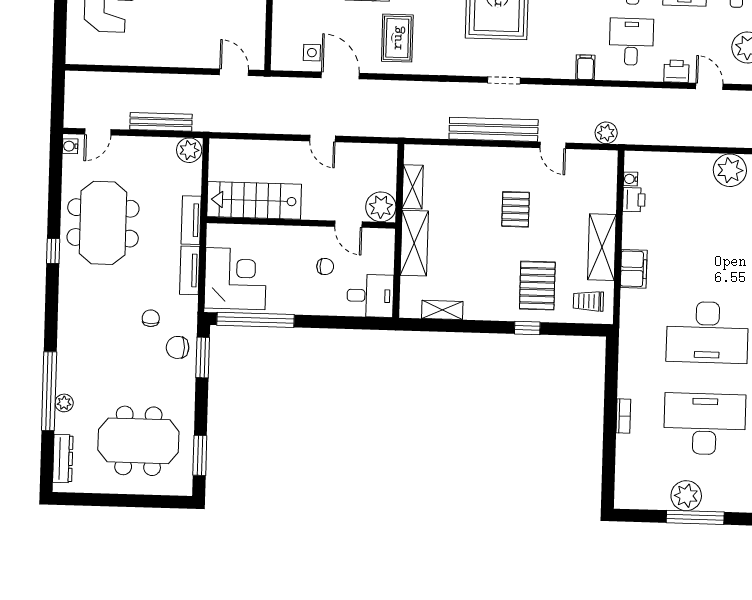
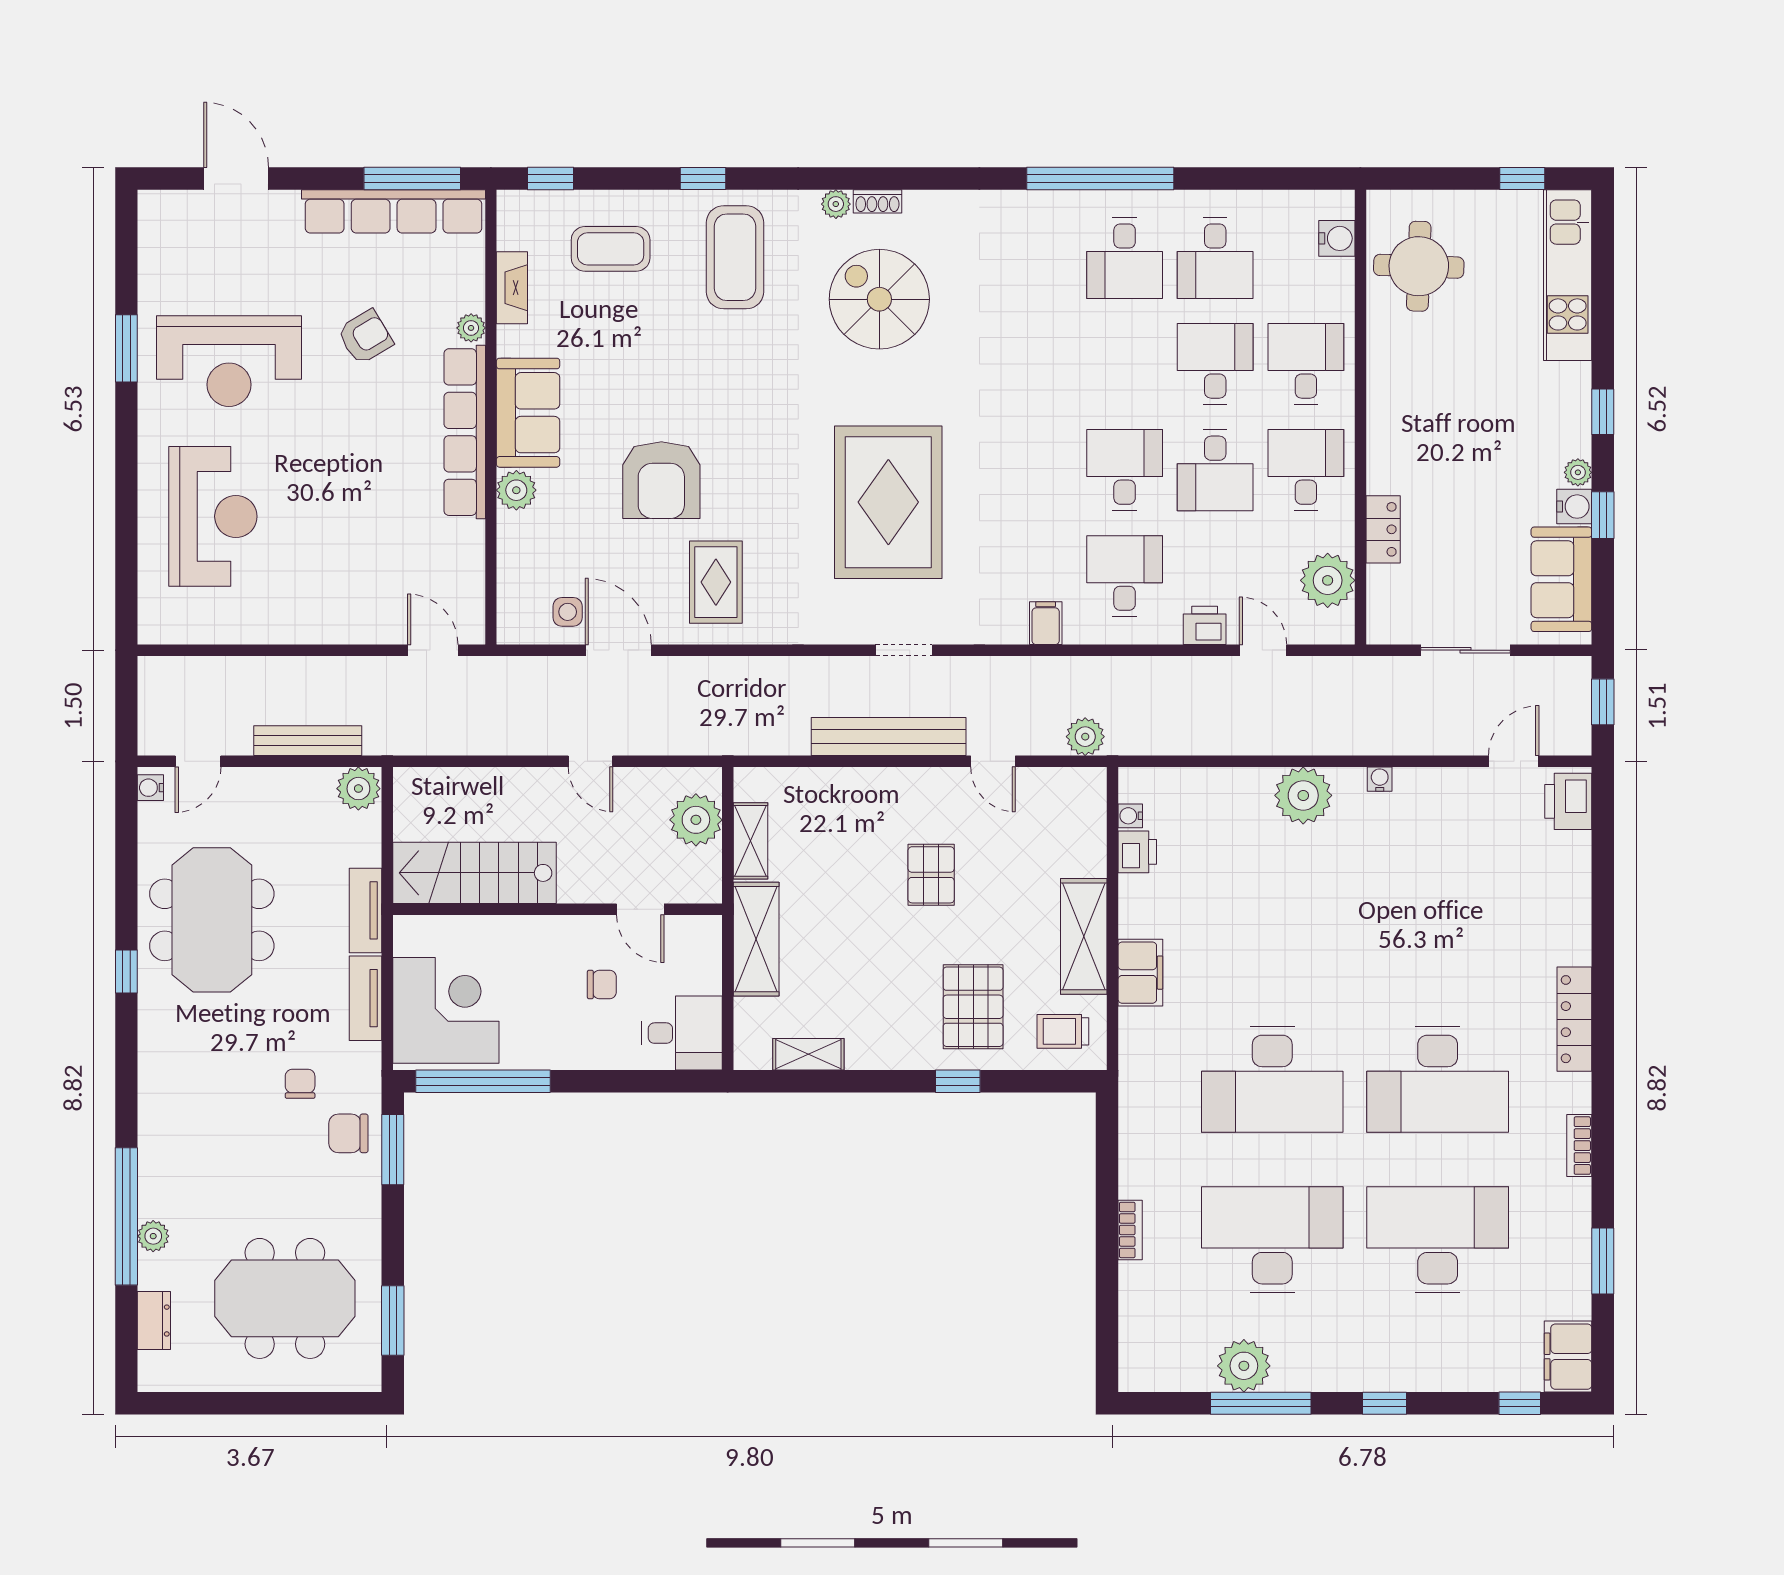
plant: (381, 207) -> (696, 820), moved
dresser: (63, 459) -> (154, 1321), width x0.70

